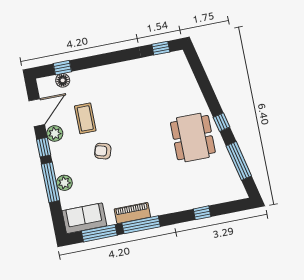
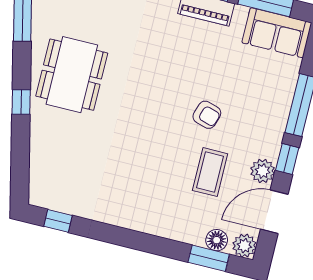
window: (62, 68) -> (209, 258), width x1.50
window: (221, 122) -> (21, 102), moved
plant: (64, 183) -> (244, 246), moved

